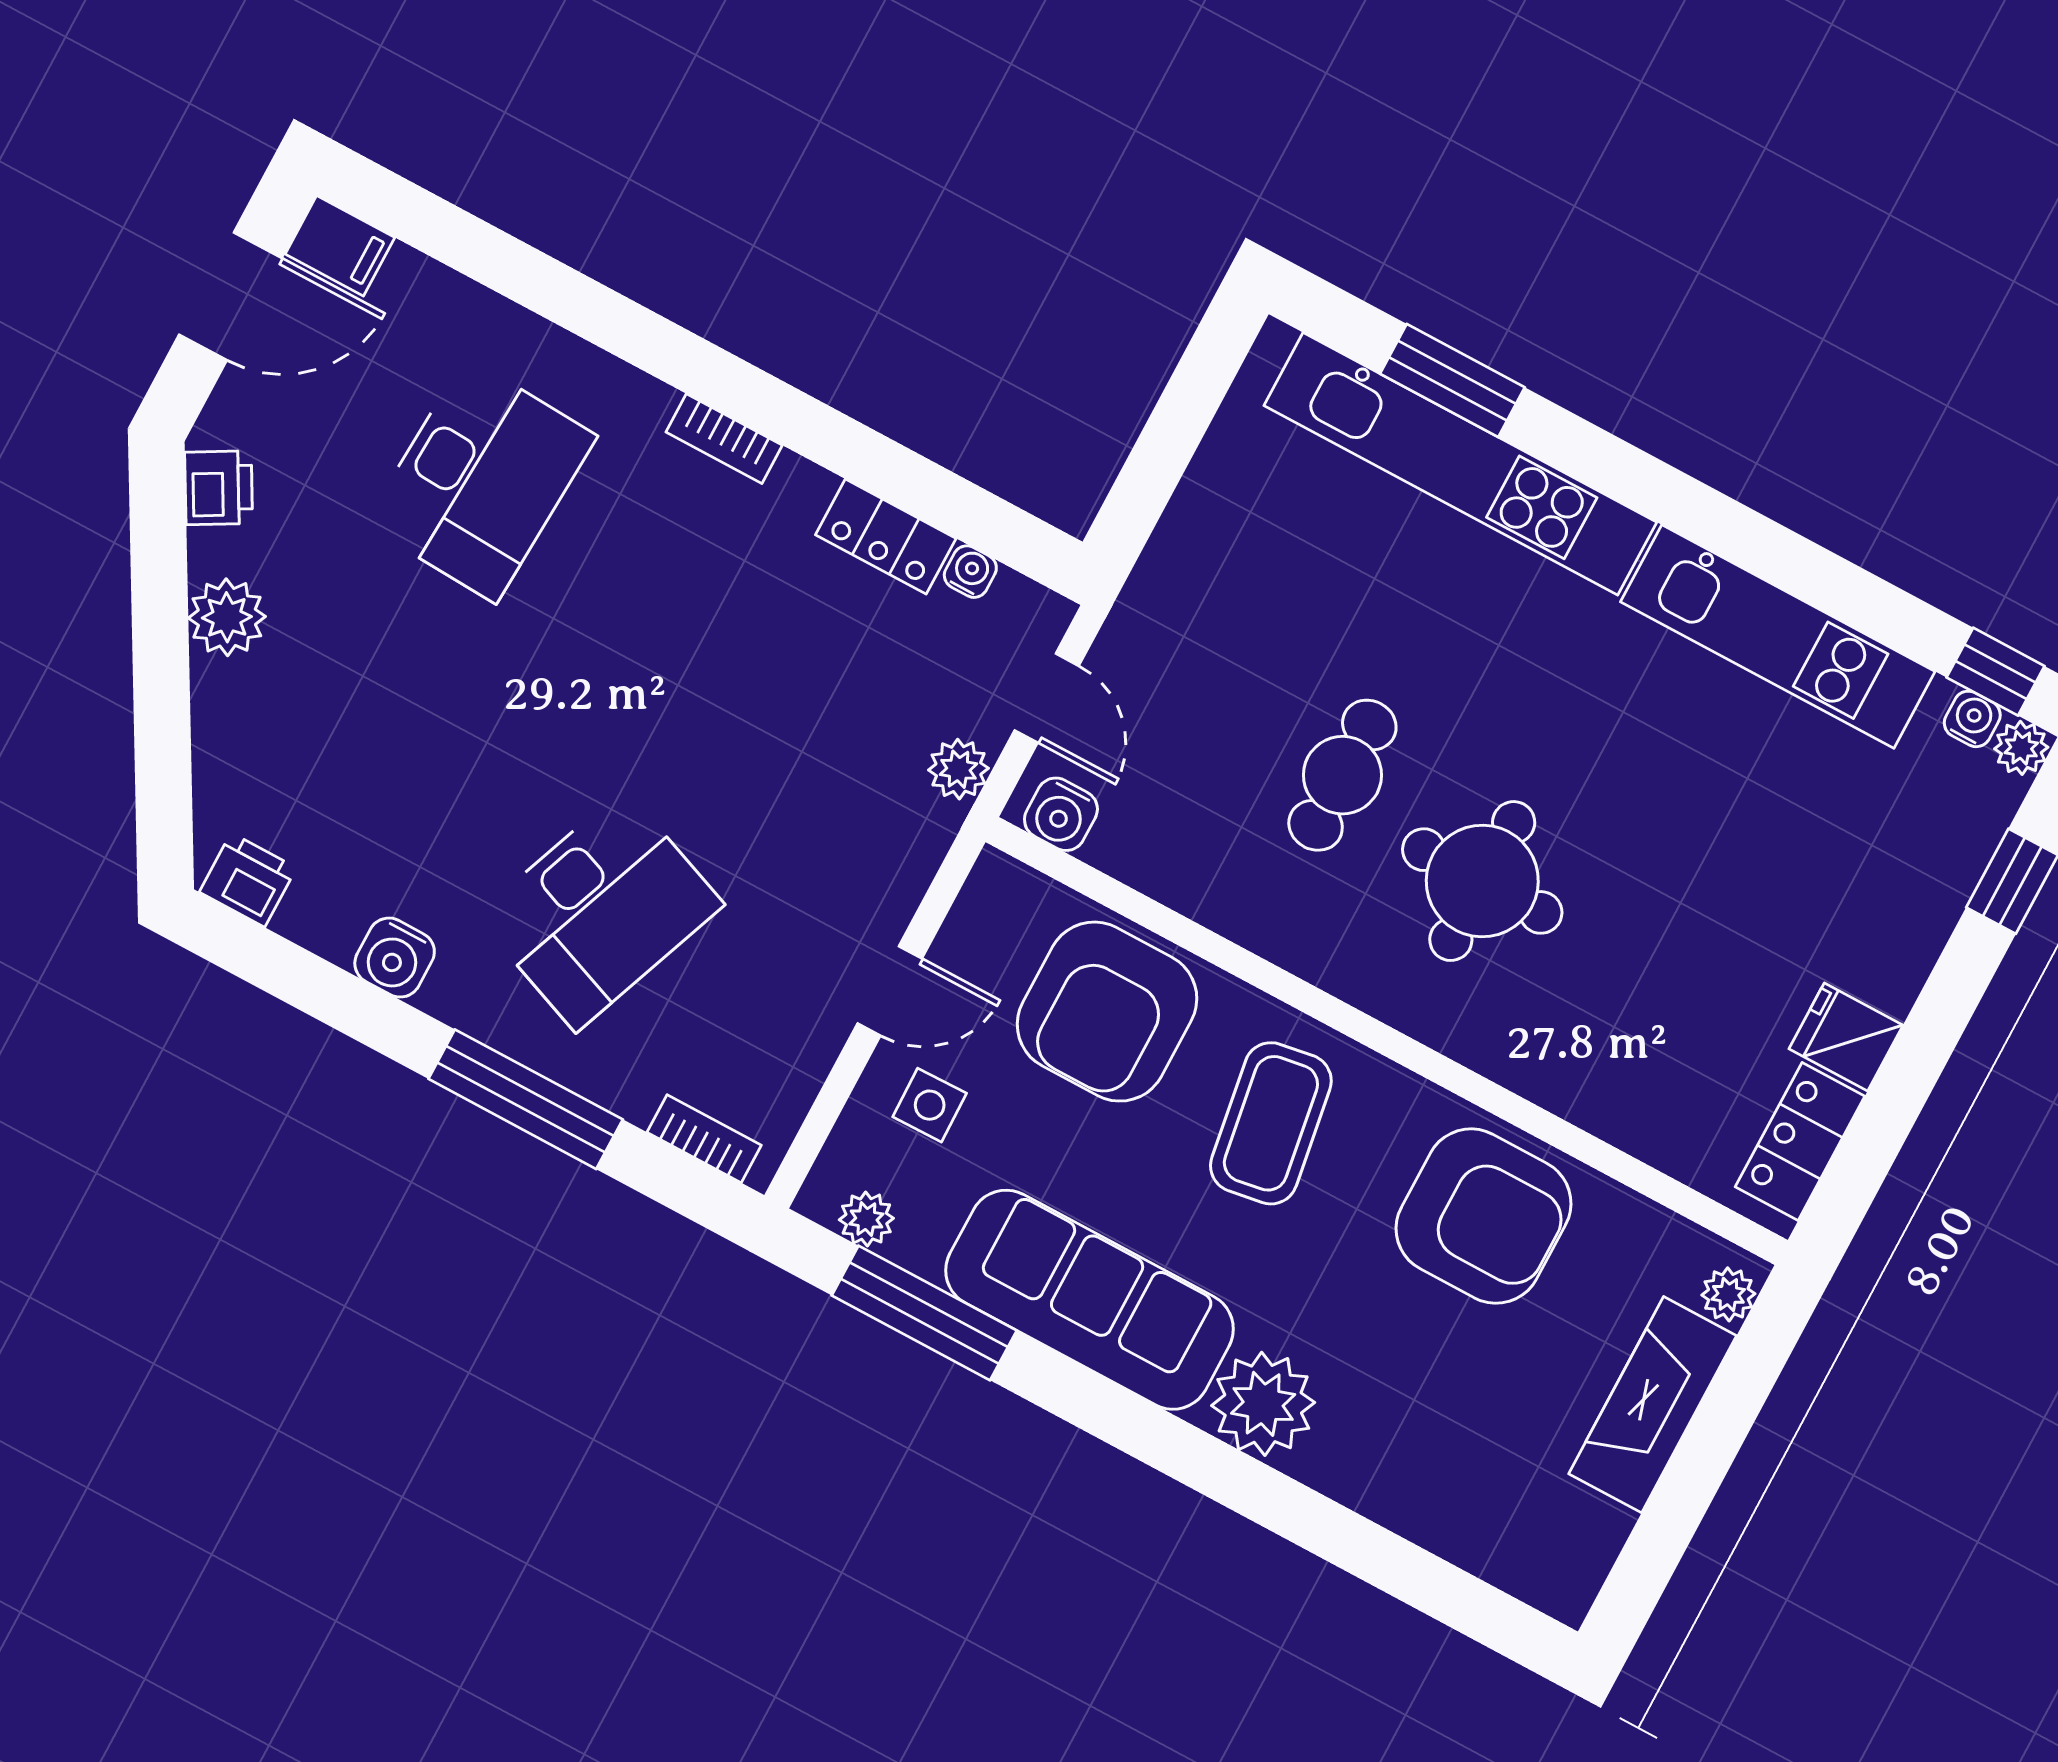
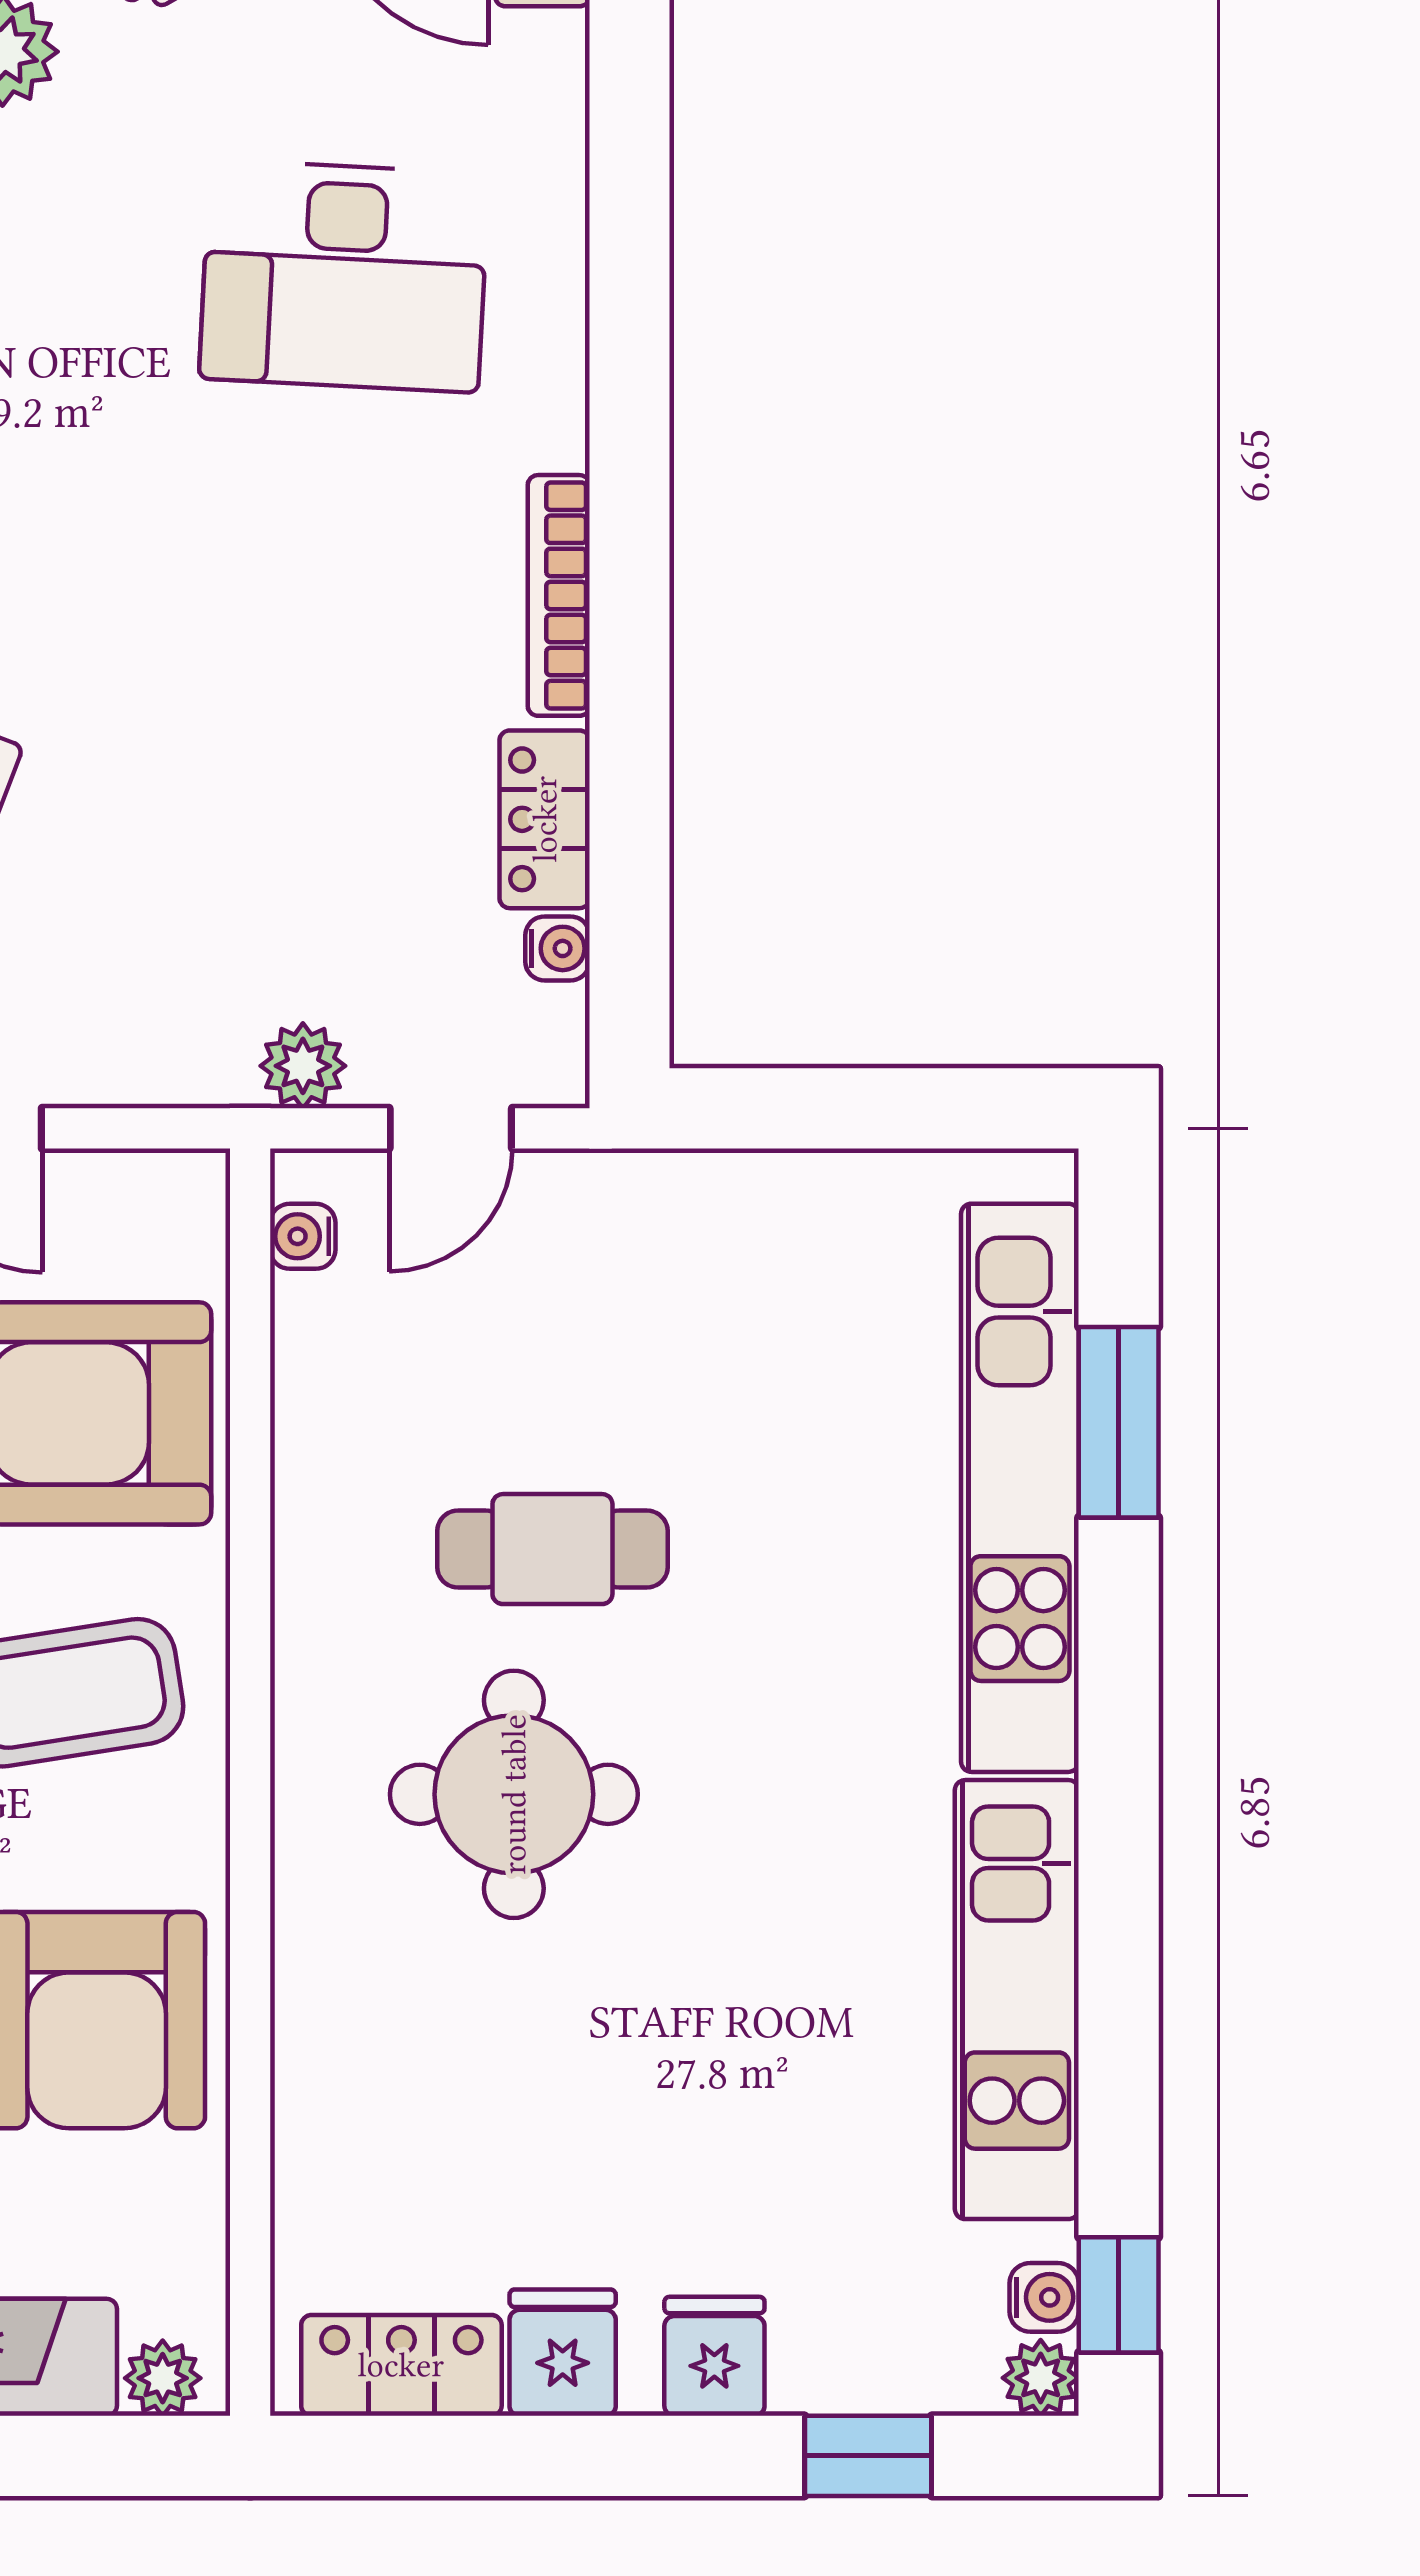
bookcase: (724, 439) -> (559, 595), width x1.56
water cooler: (1061, 814) -> (303, 1236), width x0.72, depth x0.72
fridge: (1899, 944) -> (714, 2356), added

